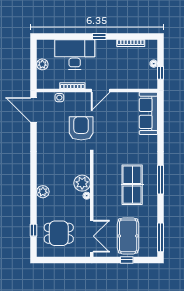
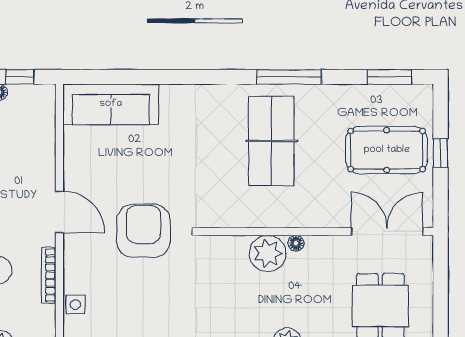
armchair: (81, 128) -> (143, 231), moved, turned 90
window: (161, 180) -> (289, 77), moved
table tennis table: (132, 185) -> (271, 141), turned 90
window: (161, 237) -> (389, 77), width x0.69

